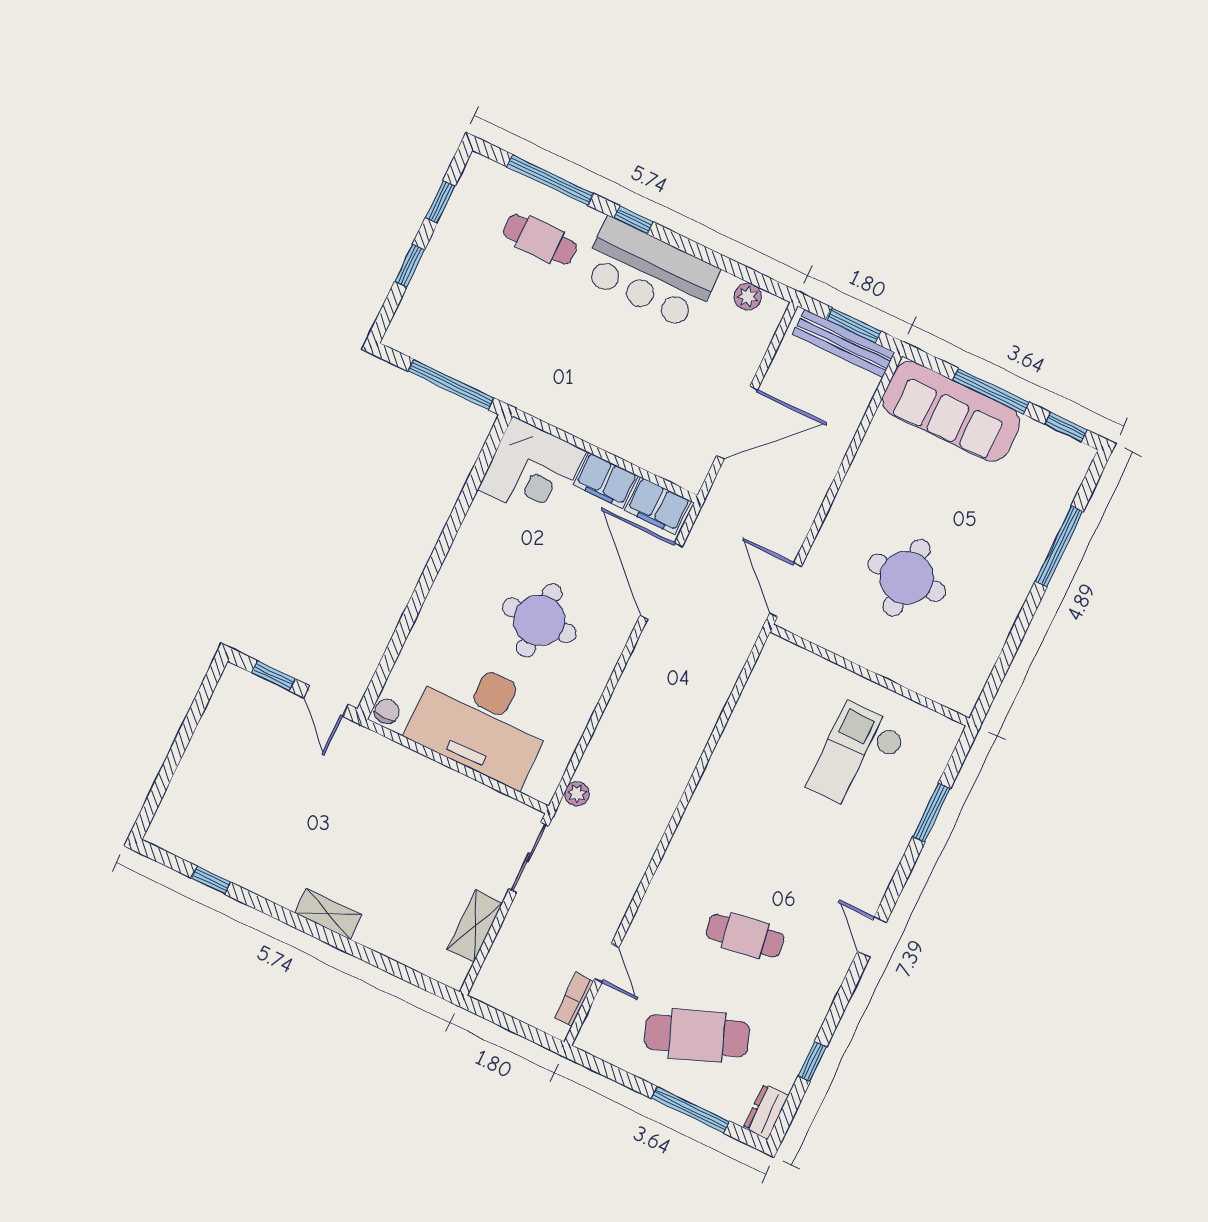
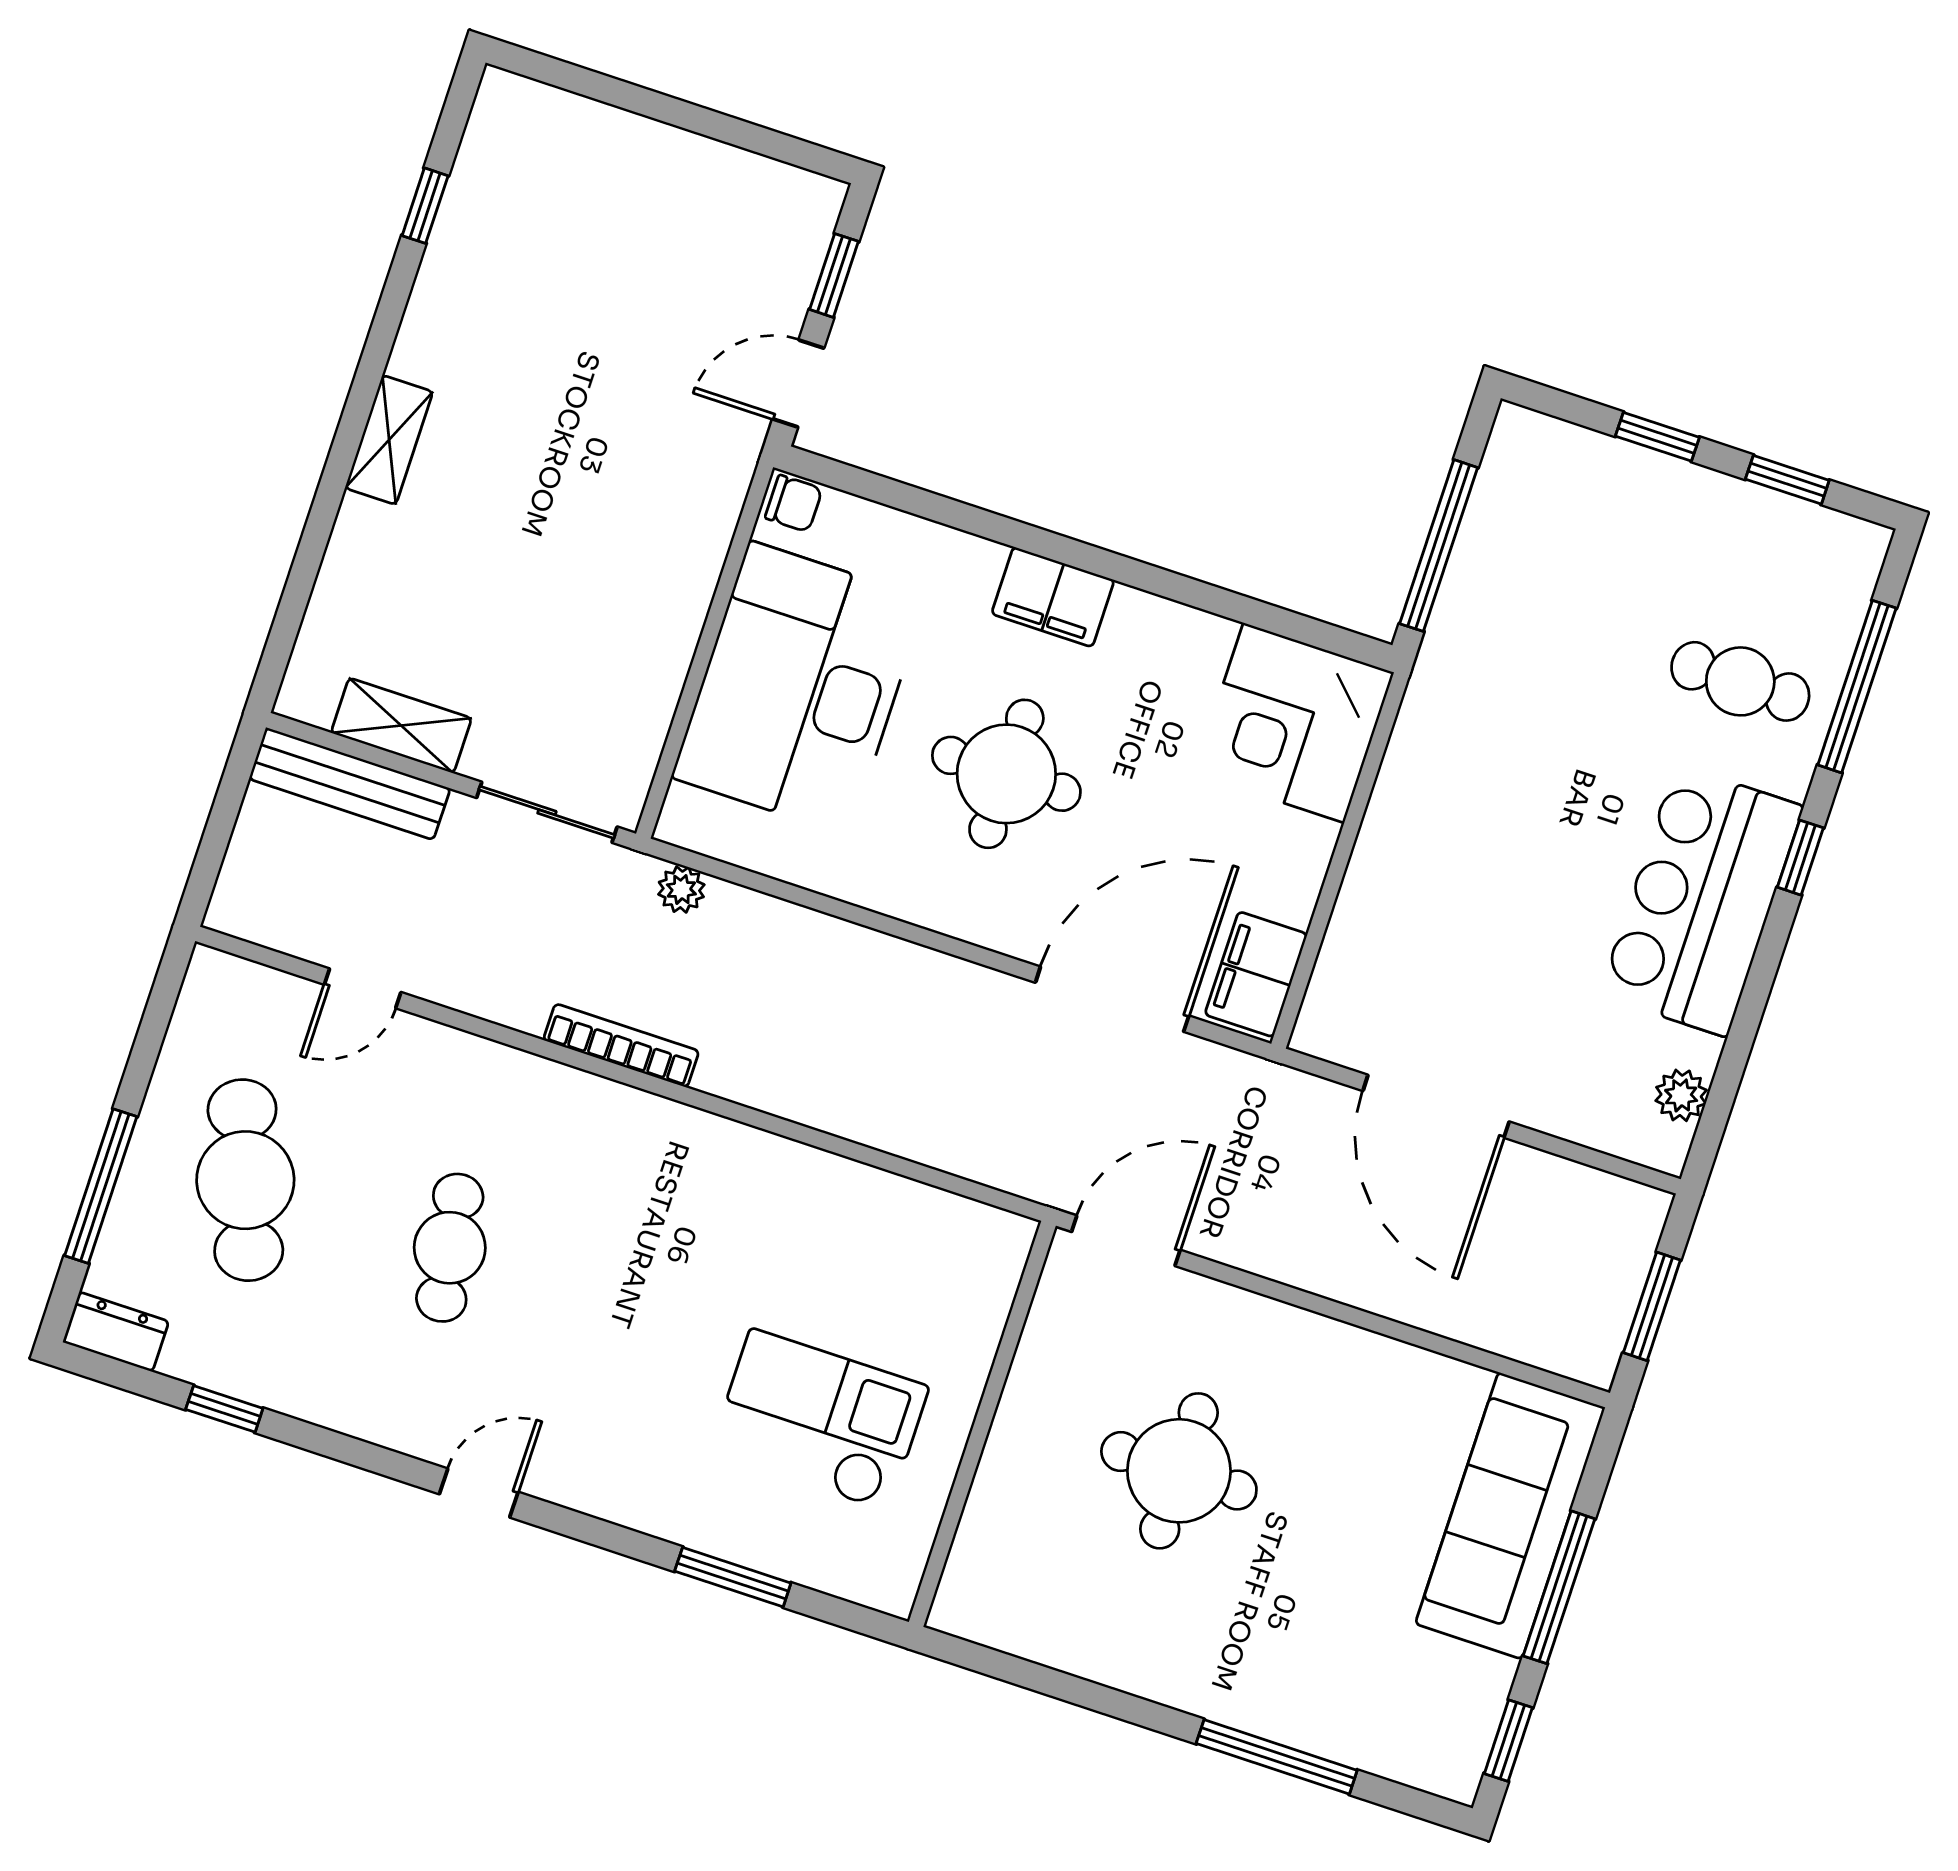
cafe table: (540, 239) -> (1740, 681), turned 90
bench: (844, 343) -> (350, 784), moved, turned 90
filing cabinet: (606, 480) -> (1053, 597), moved, turned -90
bookcase: (574, 1000) -> (621, 1046), moved, width x1.56

